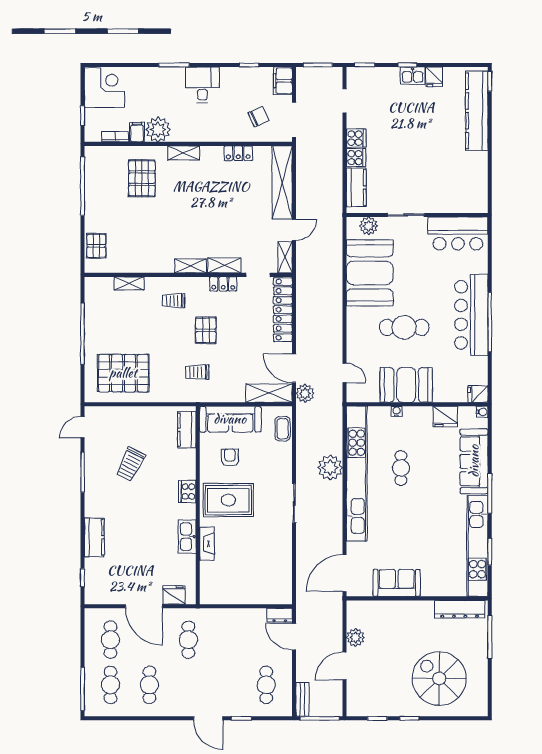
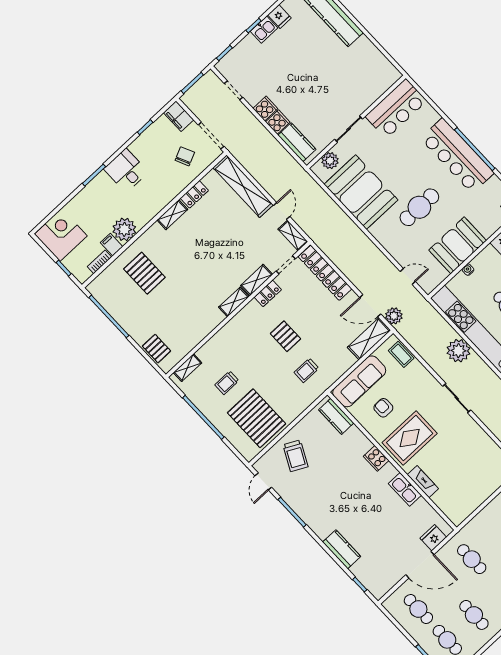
shelving: (183, 153) -> (172, 215), moved
shelving: (129, 283) -> (188, 368), moved
trolley: (173, 301) -> (227, 383), moved
pallet: (123, 373) -> (257, 418), turned 90
trolley: (130, 464) -> (296, 456), moved

